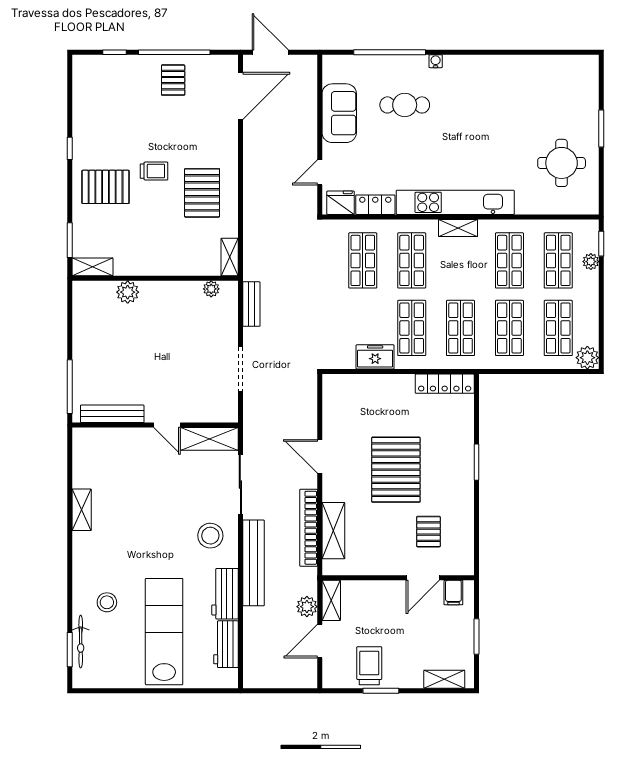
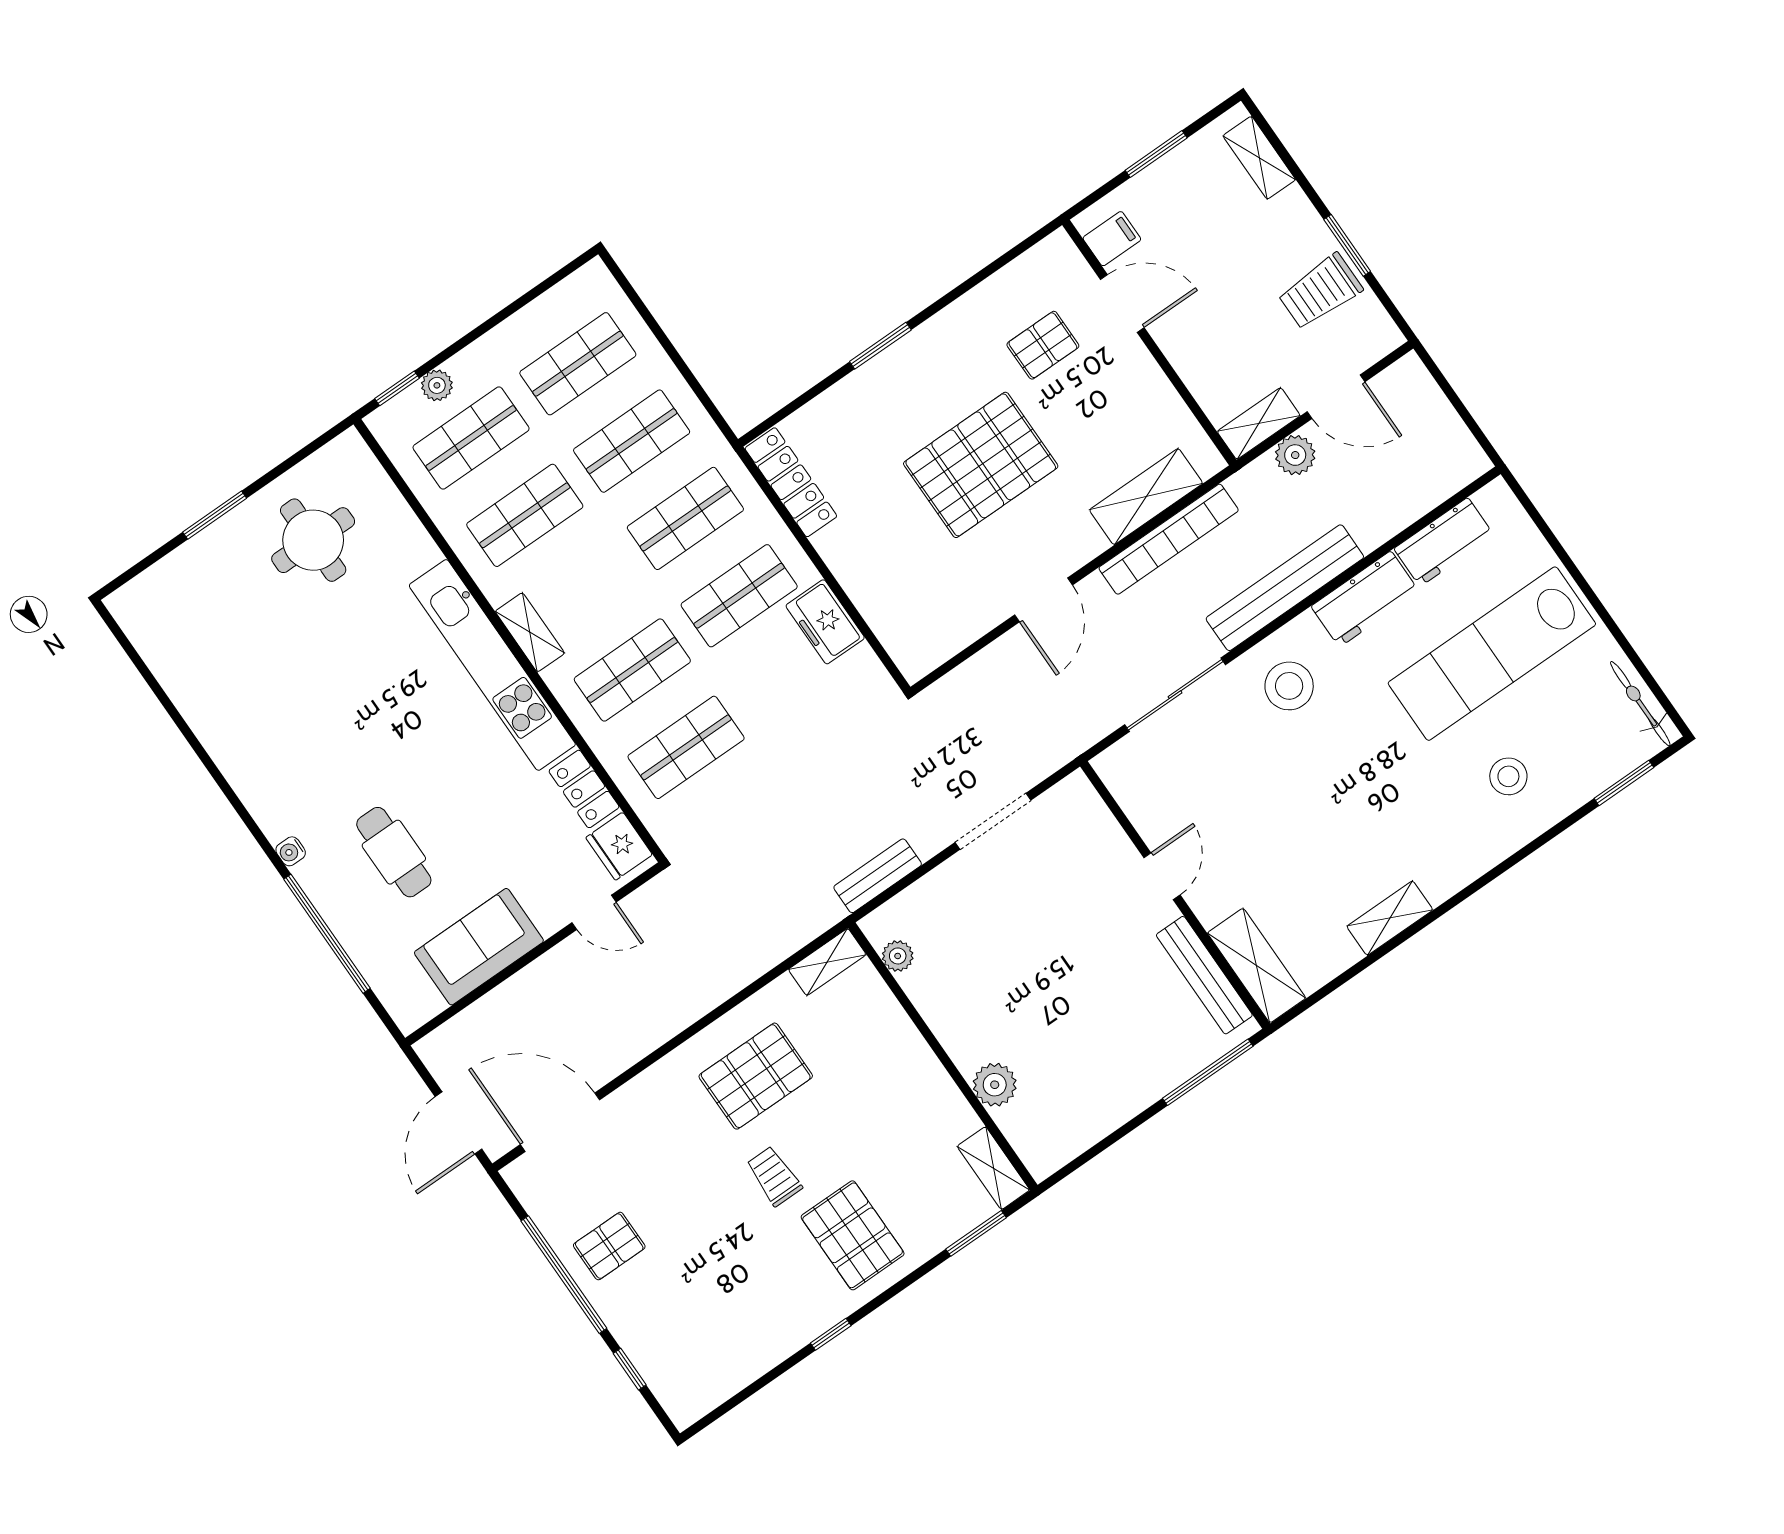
plant: (587, 358) -> (593, 285), removed
shelving: (209, 439) -> (1257, 966), moved
bicycle: (81, 642) -> (1640, 704), moved, turned -90

